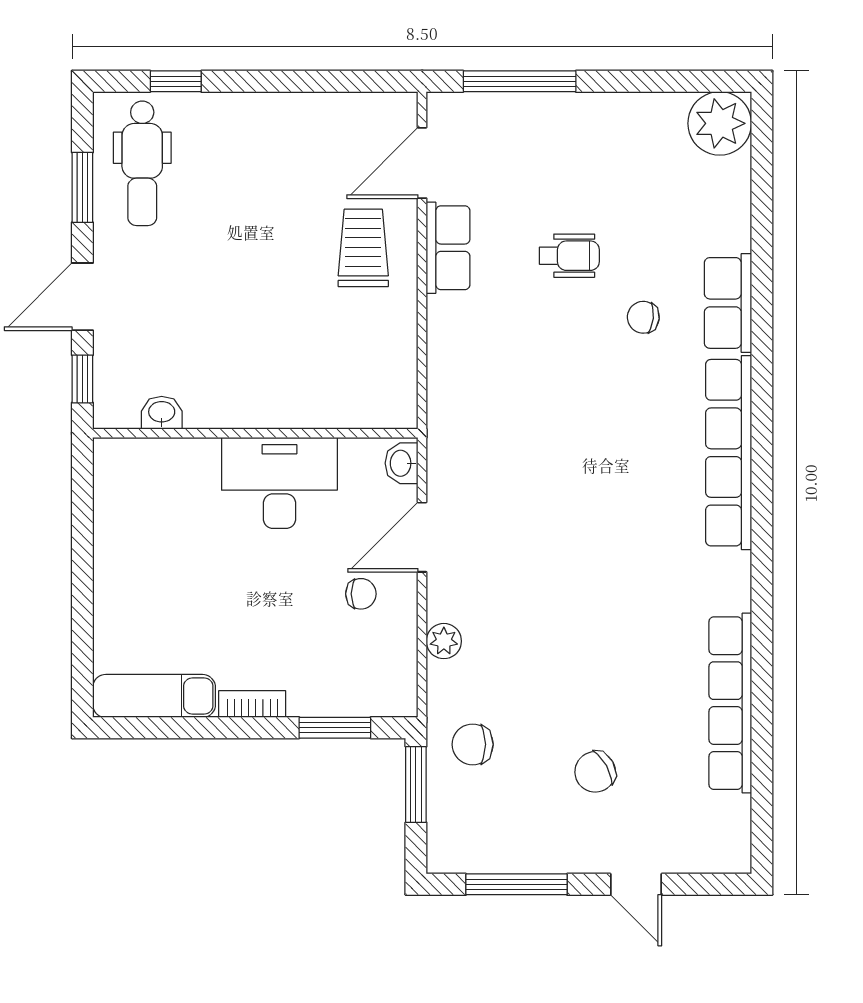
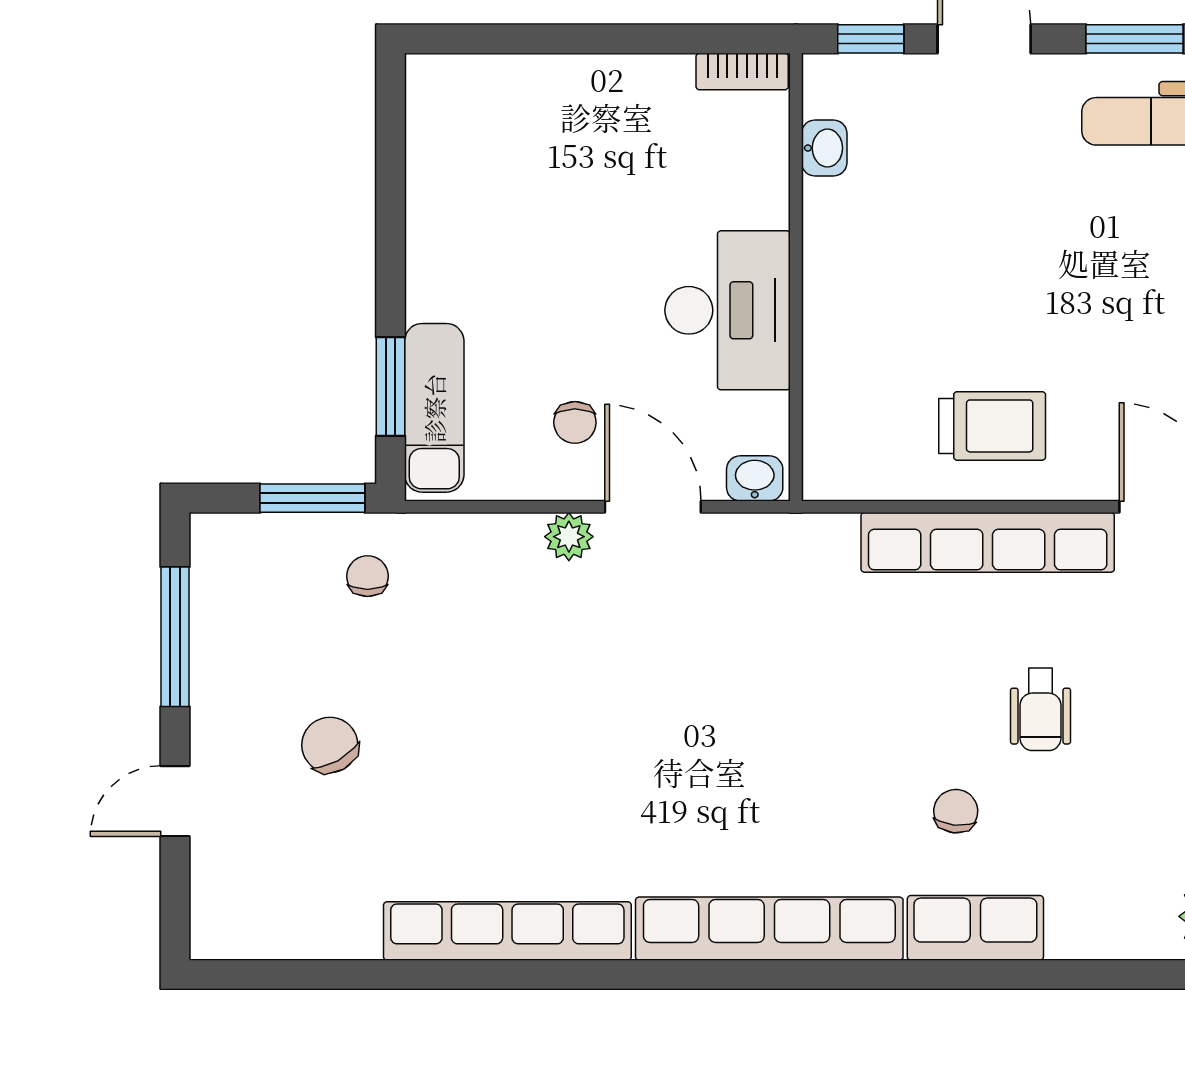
trolley: (363, 248) -> (992, 426), moved
row of seats: (448, 248) -> (988, 542), width x2.02
plant: (444, 641) -> (569, 537), moved
exam couch: (154, 696) -> (434, 408), moved
row of seats: (730, 703) -> (507, 931), moved
bookcase: (252, 704) -> (742, 72), moved, turned 90
chair: (473, 744) -> (368, 576), width x0.73, depth x0.73

